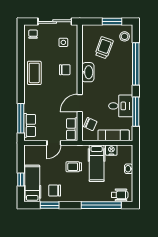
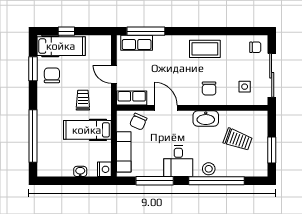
stool: (125, 36) -> (209, 169), moved
desk: (121, 106) -> (178, 161), moved
nightstand: (111, 150) -> (104, 169), moved
wheelchair: (120, 195) -> (46, 160), removed

